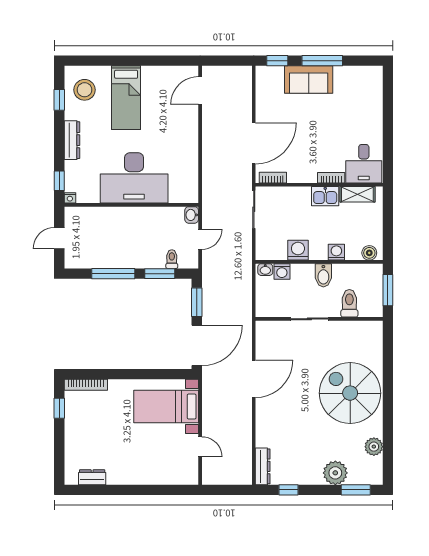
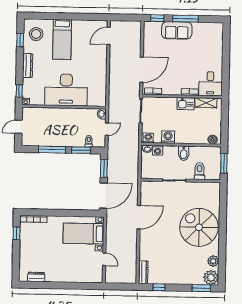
washing machine: (336, 252) -> (148, 138), moved
plant: (335, 473) -> (211, 278), moved

